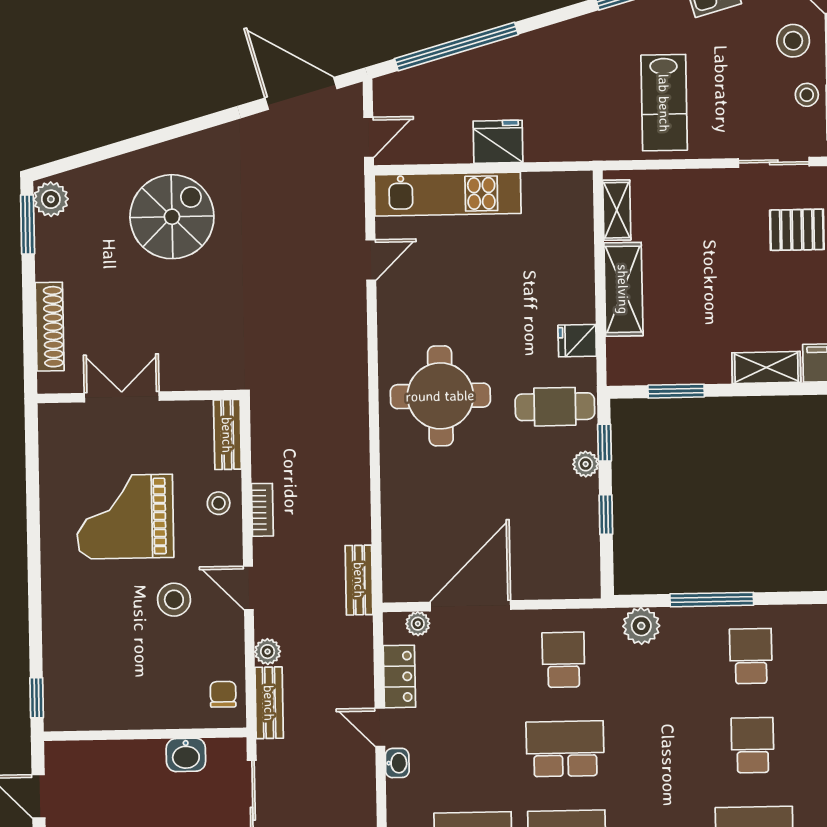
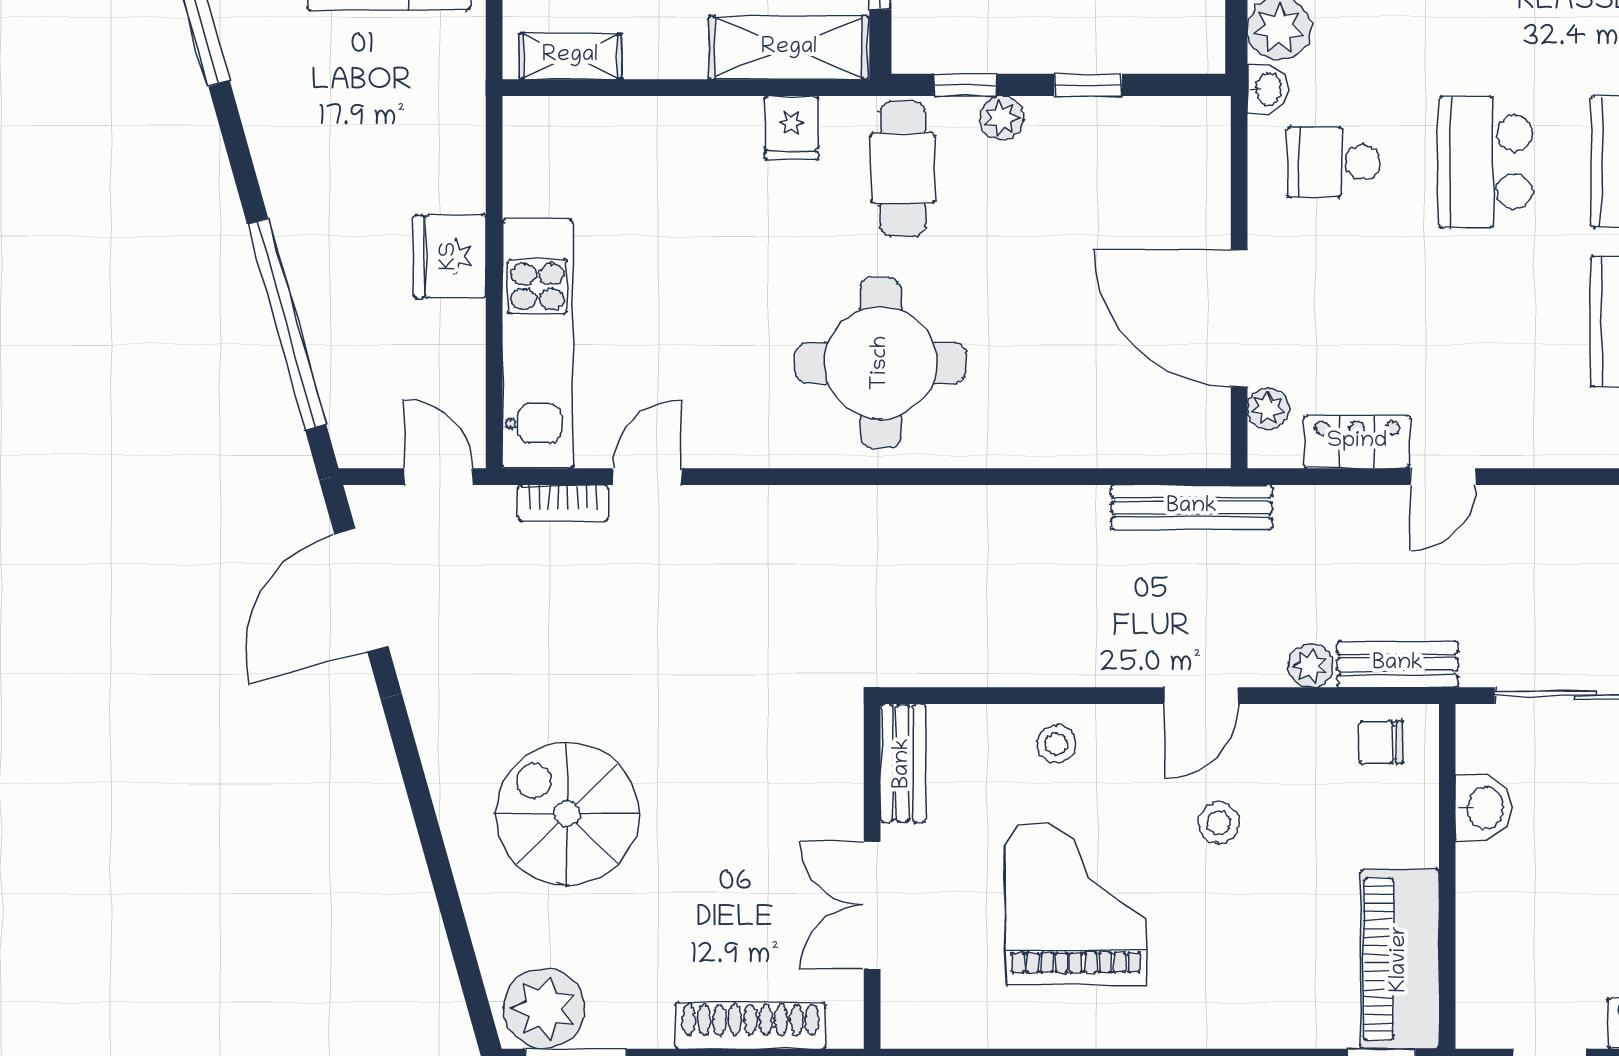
plant: (51, 199) -> (544, 1009), width x1.36, depth x1.36
door: (371, 260) -> (647, 477), hinge flipped
shelving: (623, 289) -> (789, 48), moved
bench: (227, 435) -> (903, 763), moved, turned 90
bookcase: (262, 510) -> (563, 503), moved, turned 180
grand piano: (125, 517) -> (1076, 904), turned 180
bench: (359, 580) -> (1192, 507), width x1.36
stool: (174, 600) -> (1219, 823), width x0.73, depth x0.73
piano: (96, 707) -> (1400, 959), added
washbasin: (397, 763) -> (1267, 89), moved, turned 90

